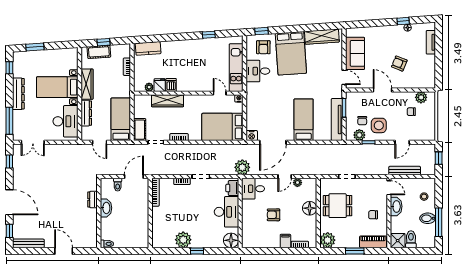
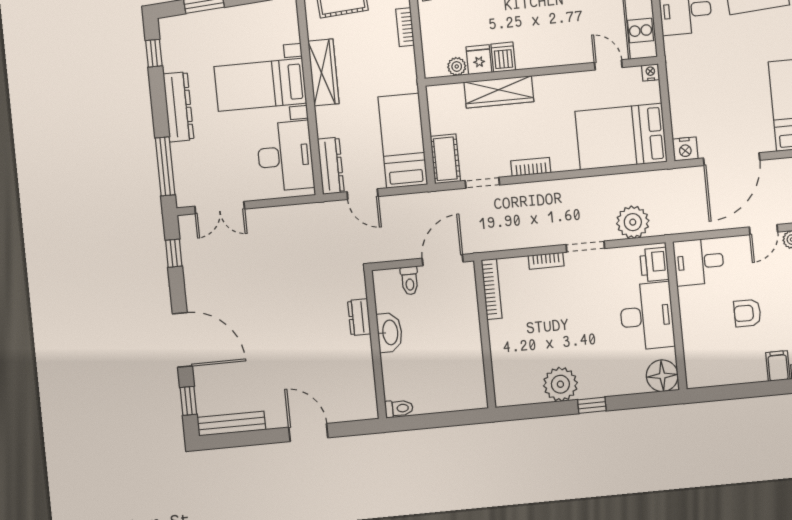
dresser: (86, 113) -> (331, 166), moved
plant: (242, 167) -> (633, 222), moved

